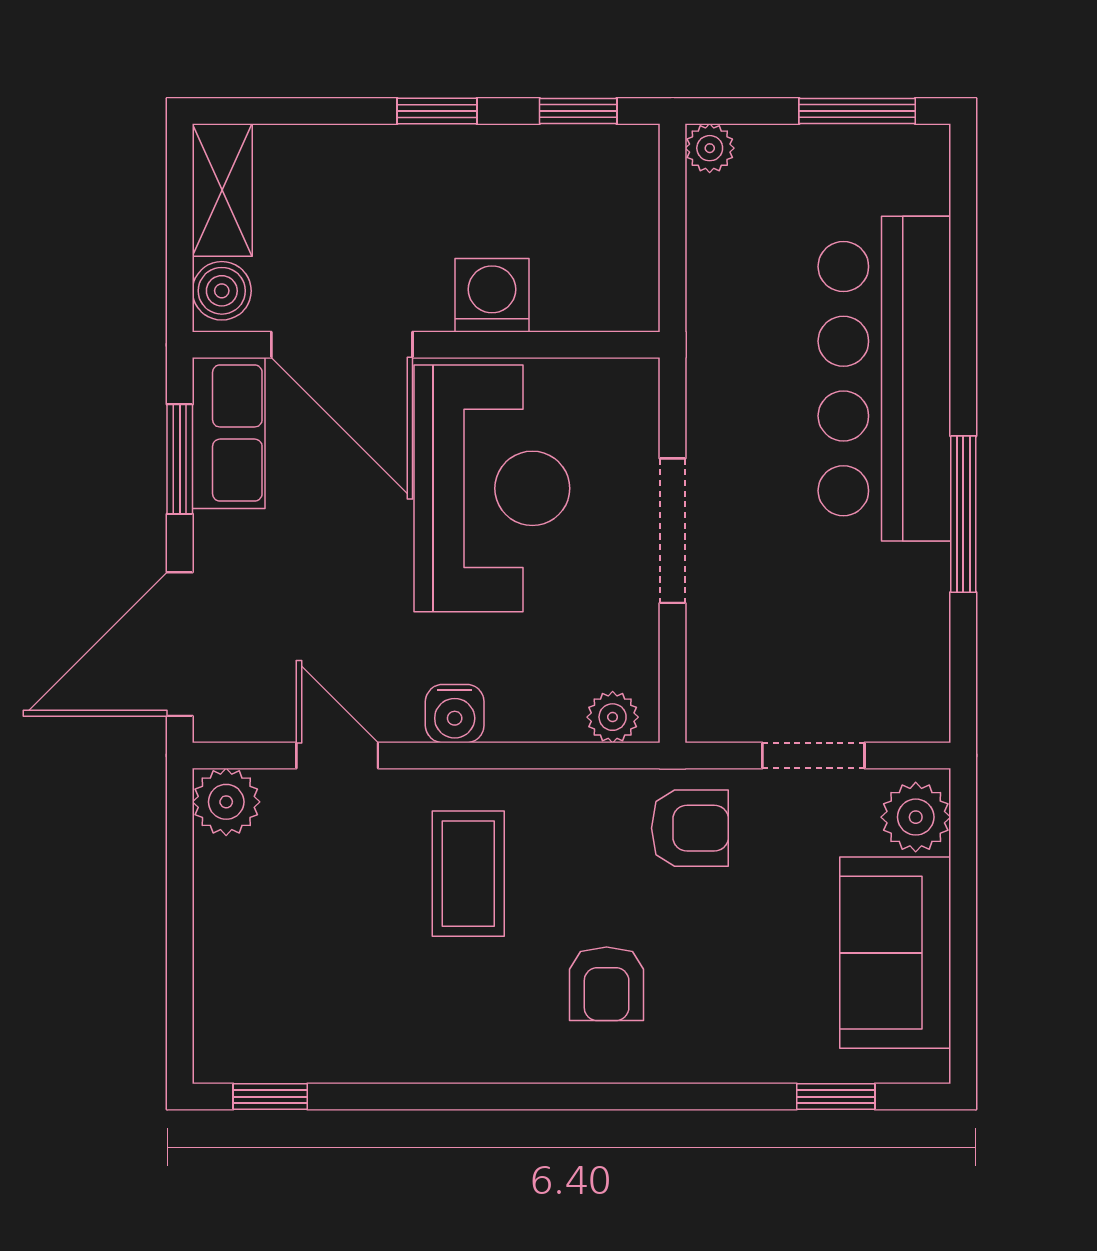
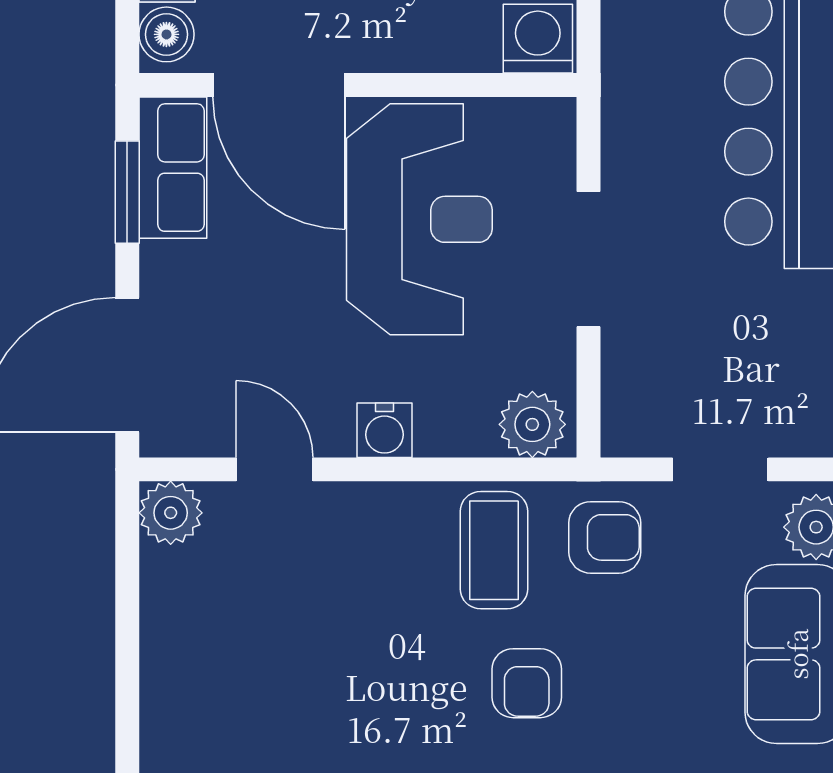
washing machine: (492, 295) -> (538, 39), moved
plant: (613, 717) -> (532, 424), width x1.38, depth x1.38
coffee table: (468, 874) -> (494, 550), moved

